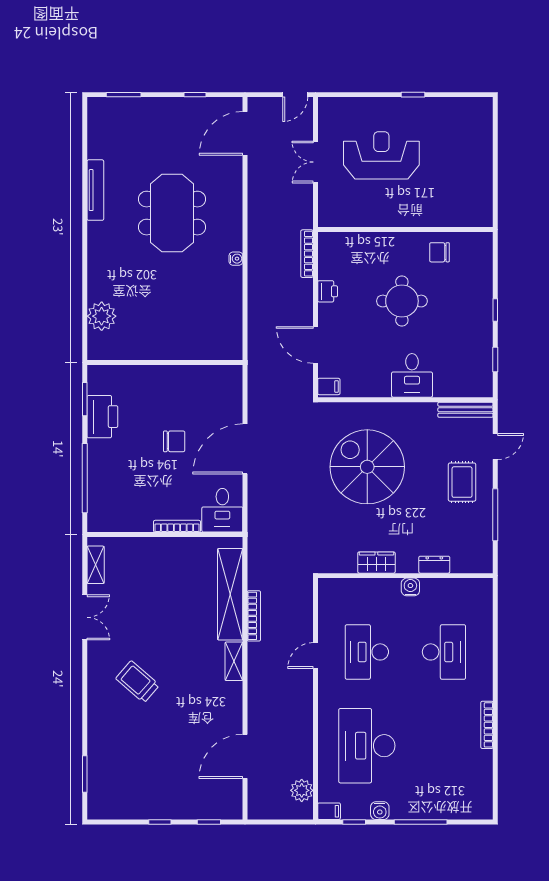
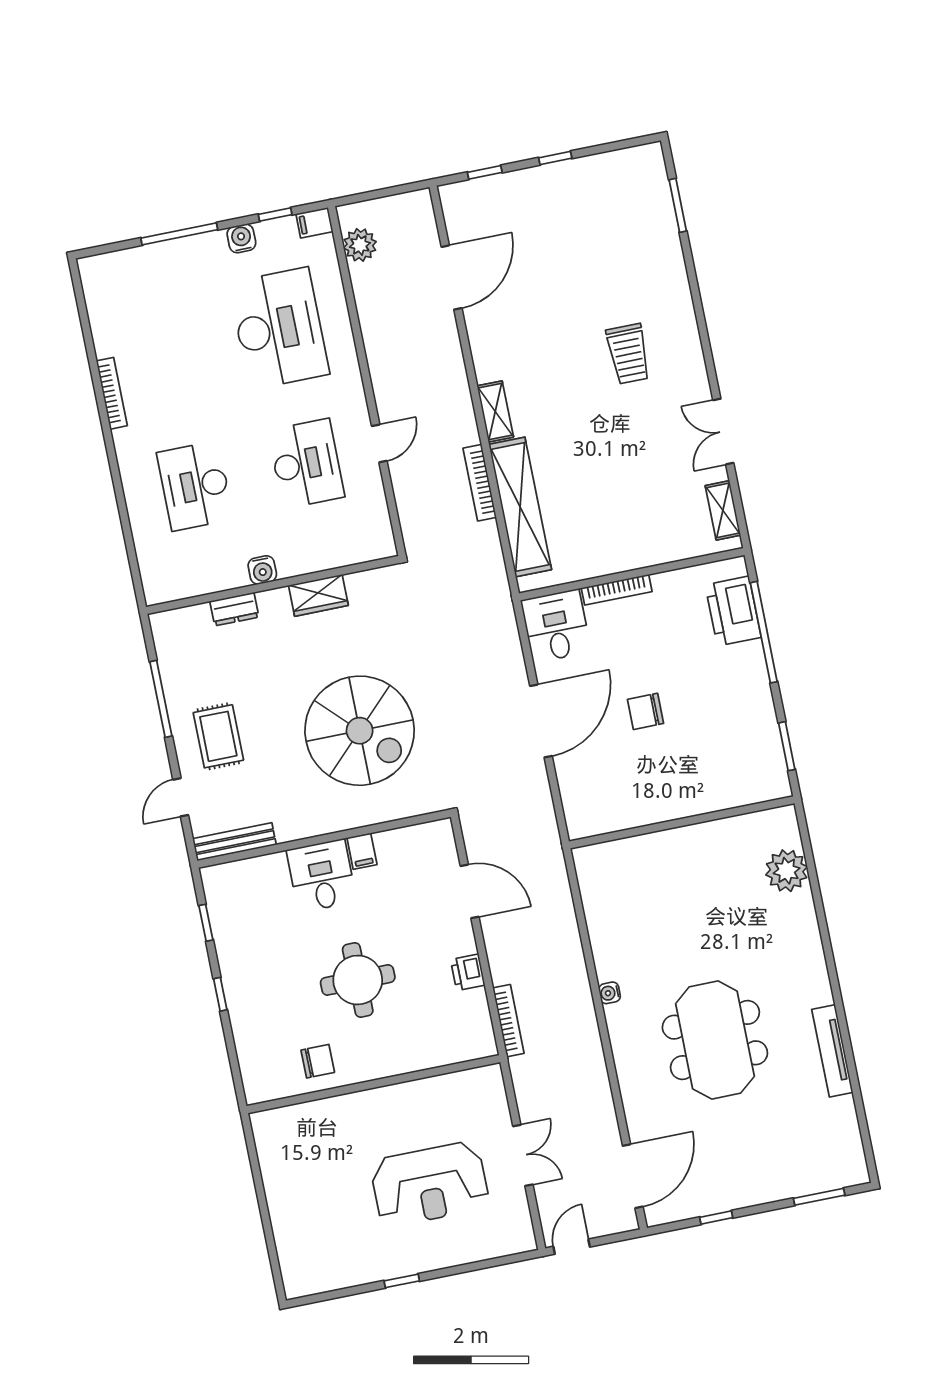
filing cabinet: (329, 386) -> (362, 851), moved, turned -90
printer: (102, 417) -> (733, 611), moved
trolley: (138, 682) -> (628, 354), turned 49

